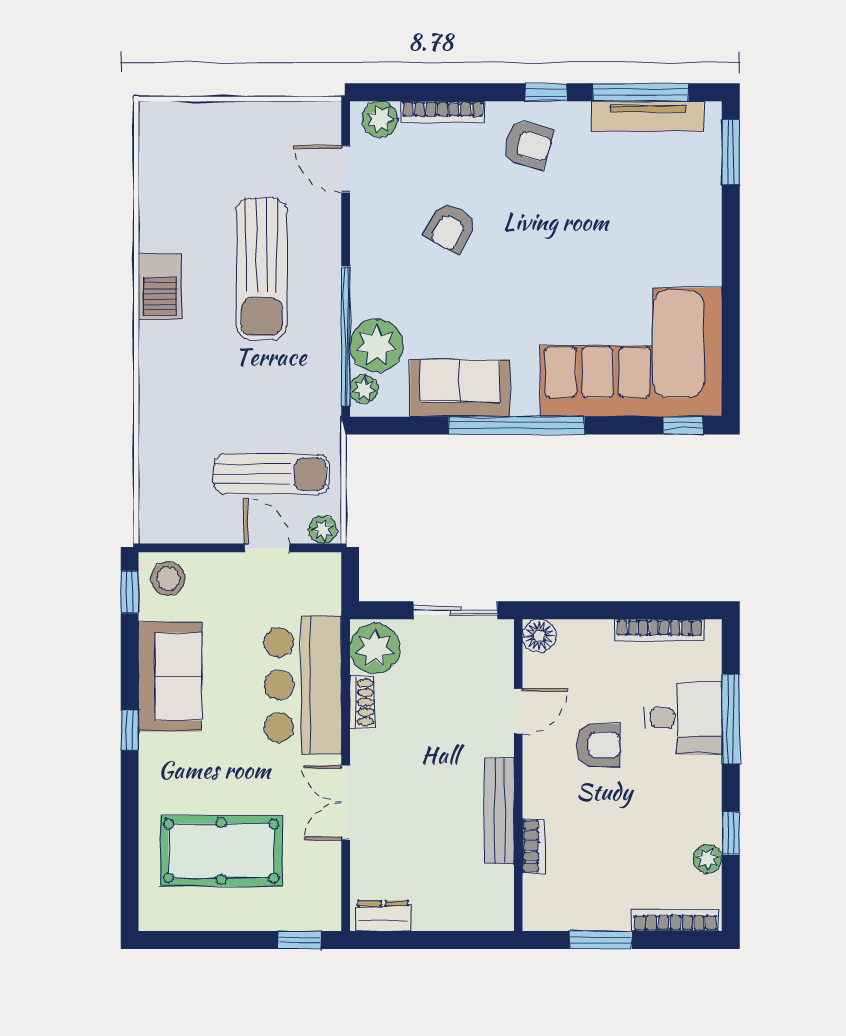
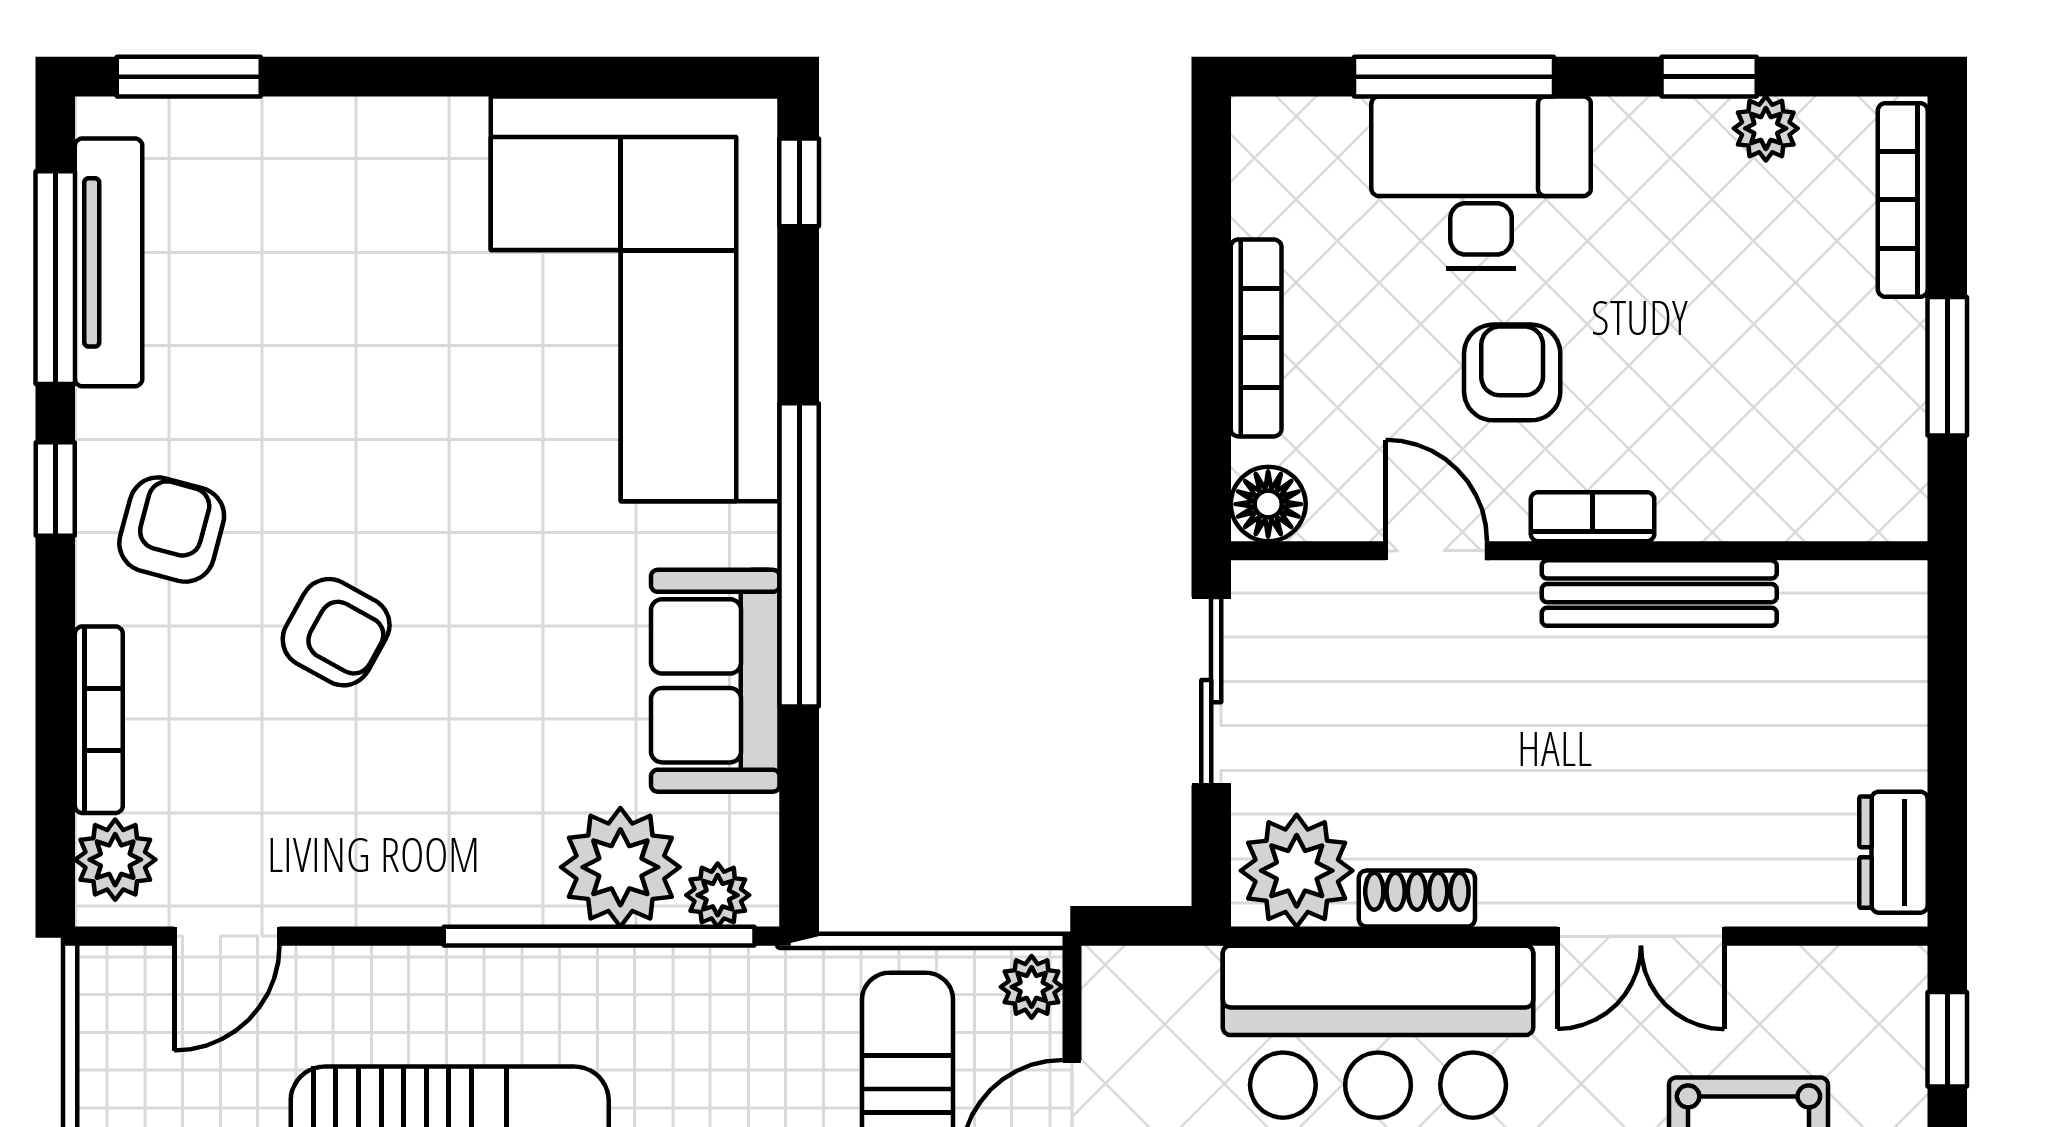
armchair: (451, 228) -> (336, 632), moved
bookcase: (659, 630) -> (1256, 338), moved
desk: (683, 718) -> (1481, 182), width x1.37
bookcase: (534, 846) -> (1593, 517), moved

